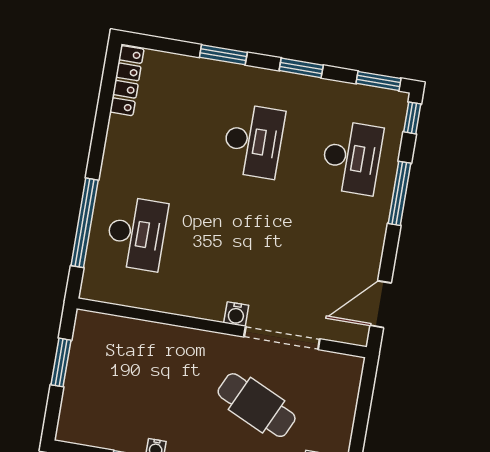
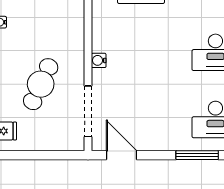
doorway: (282, 338) -> (88, 111), moved

